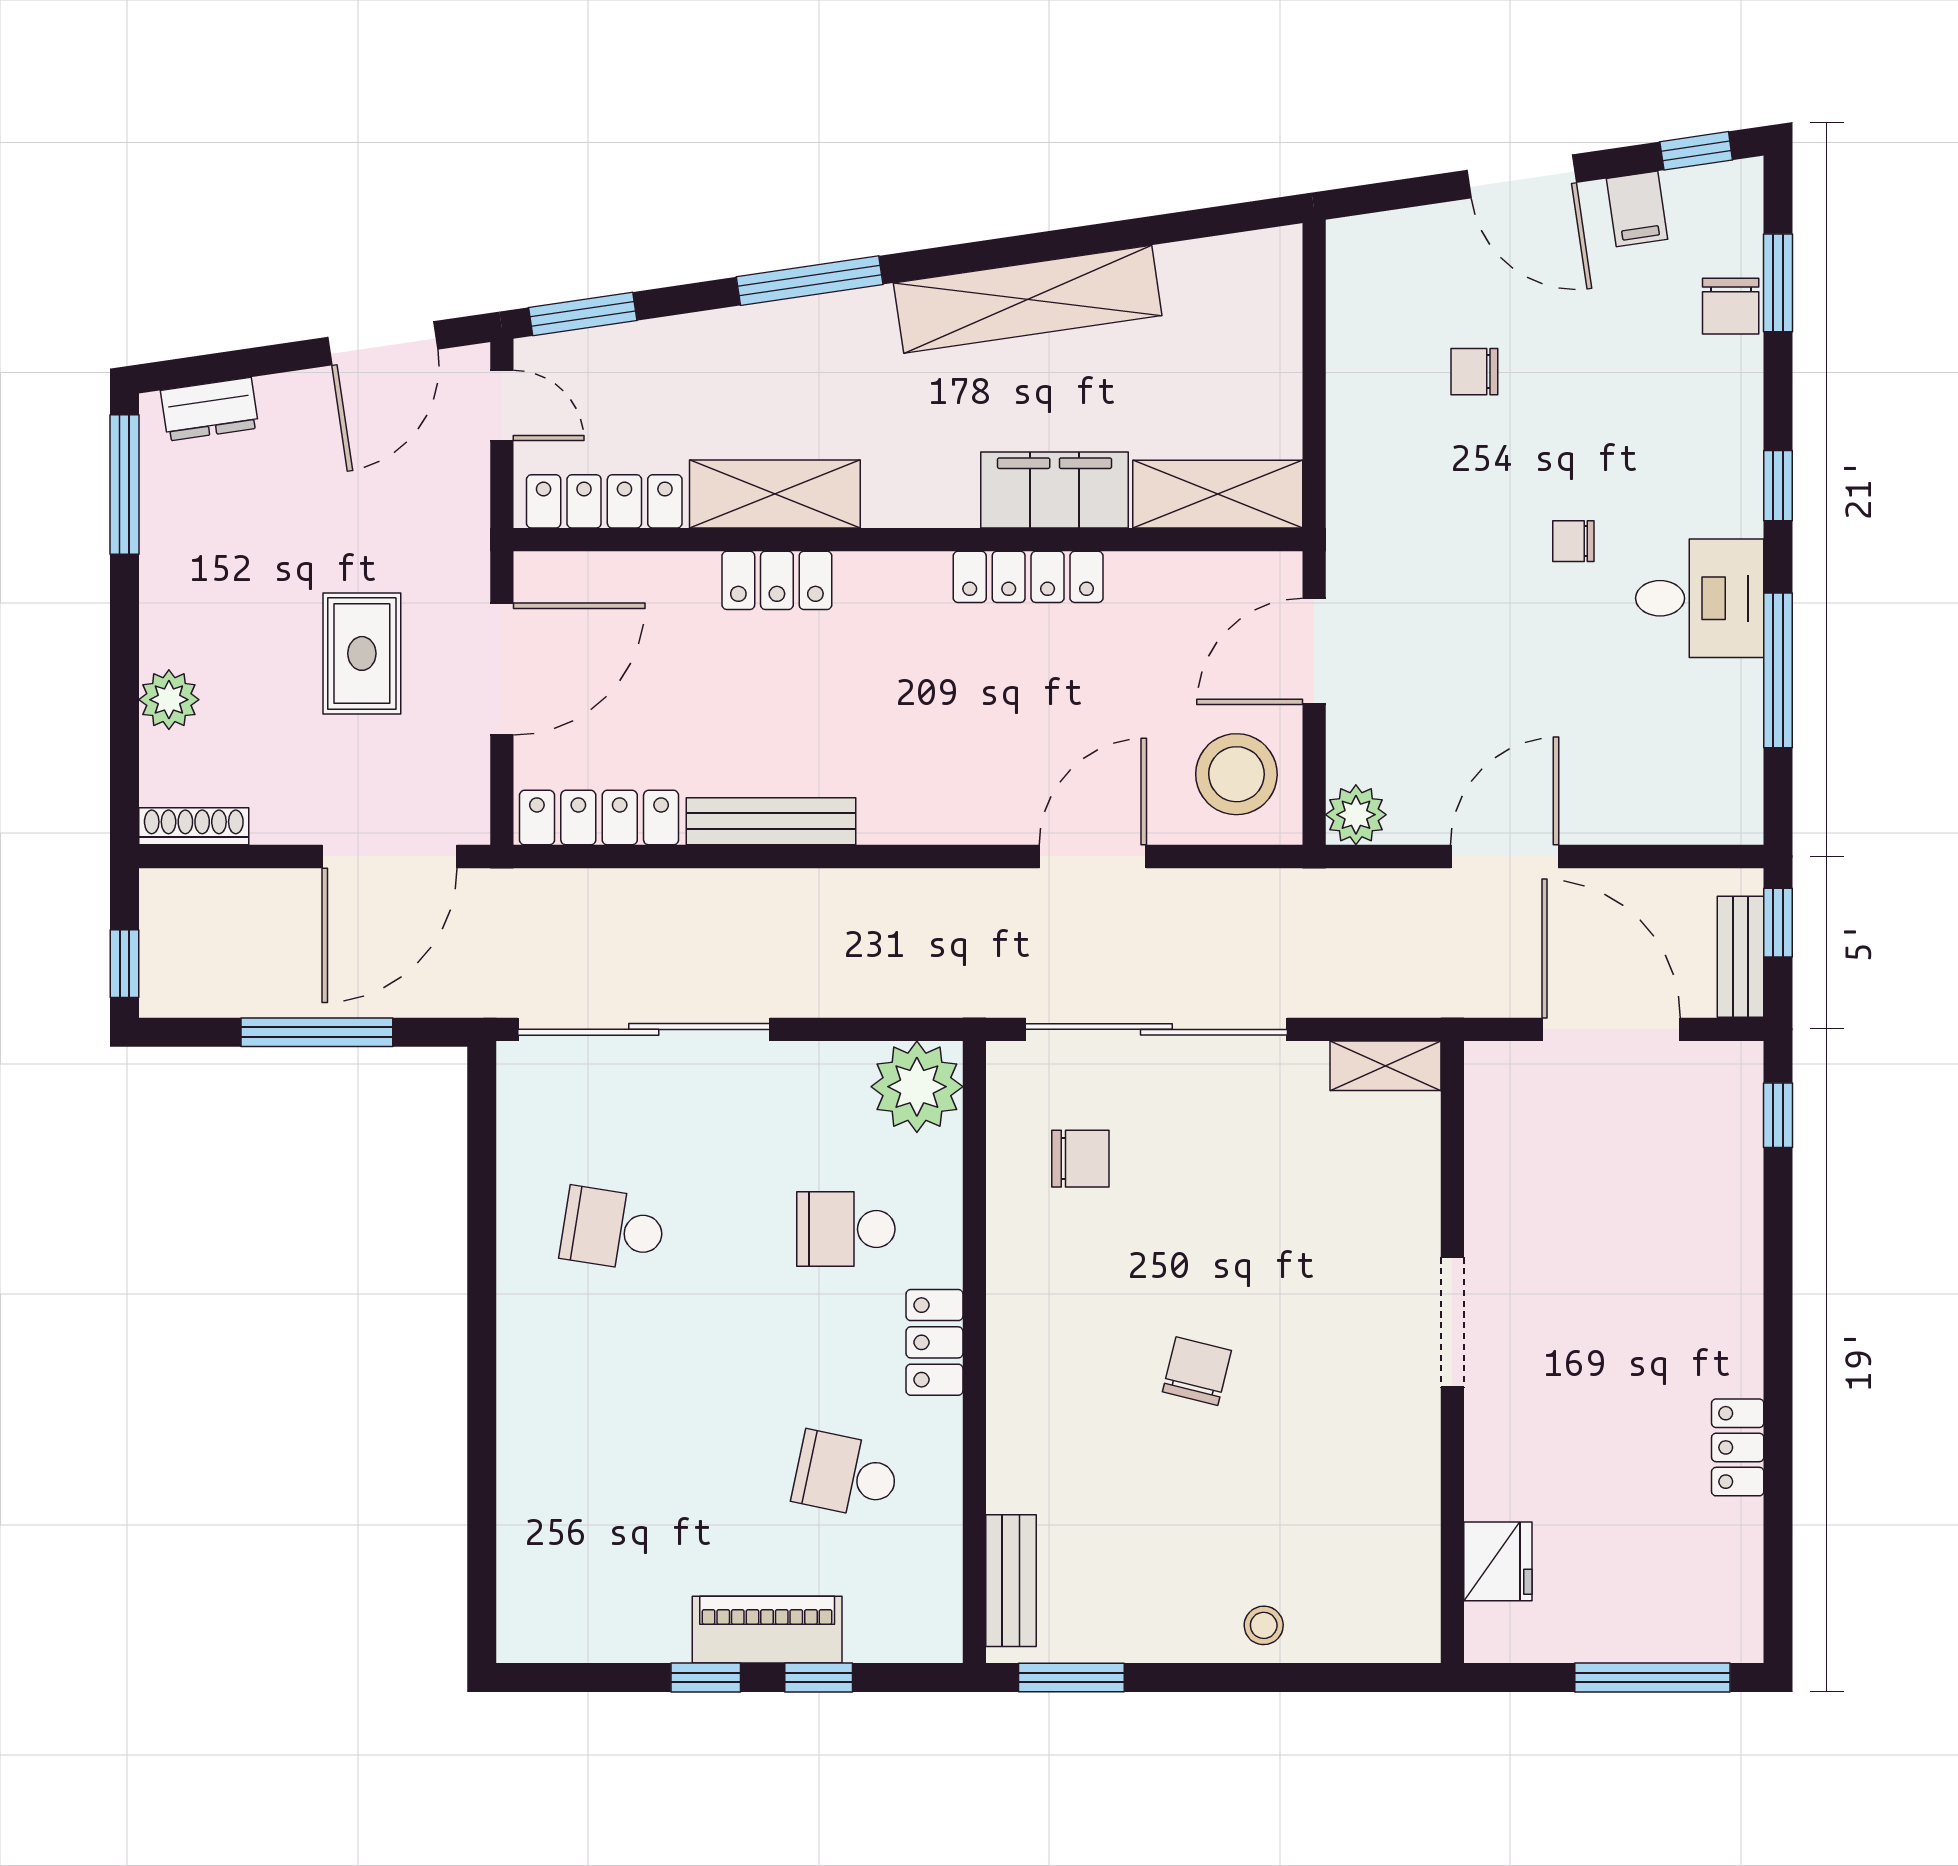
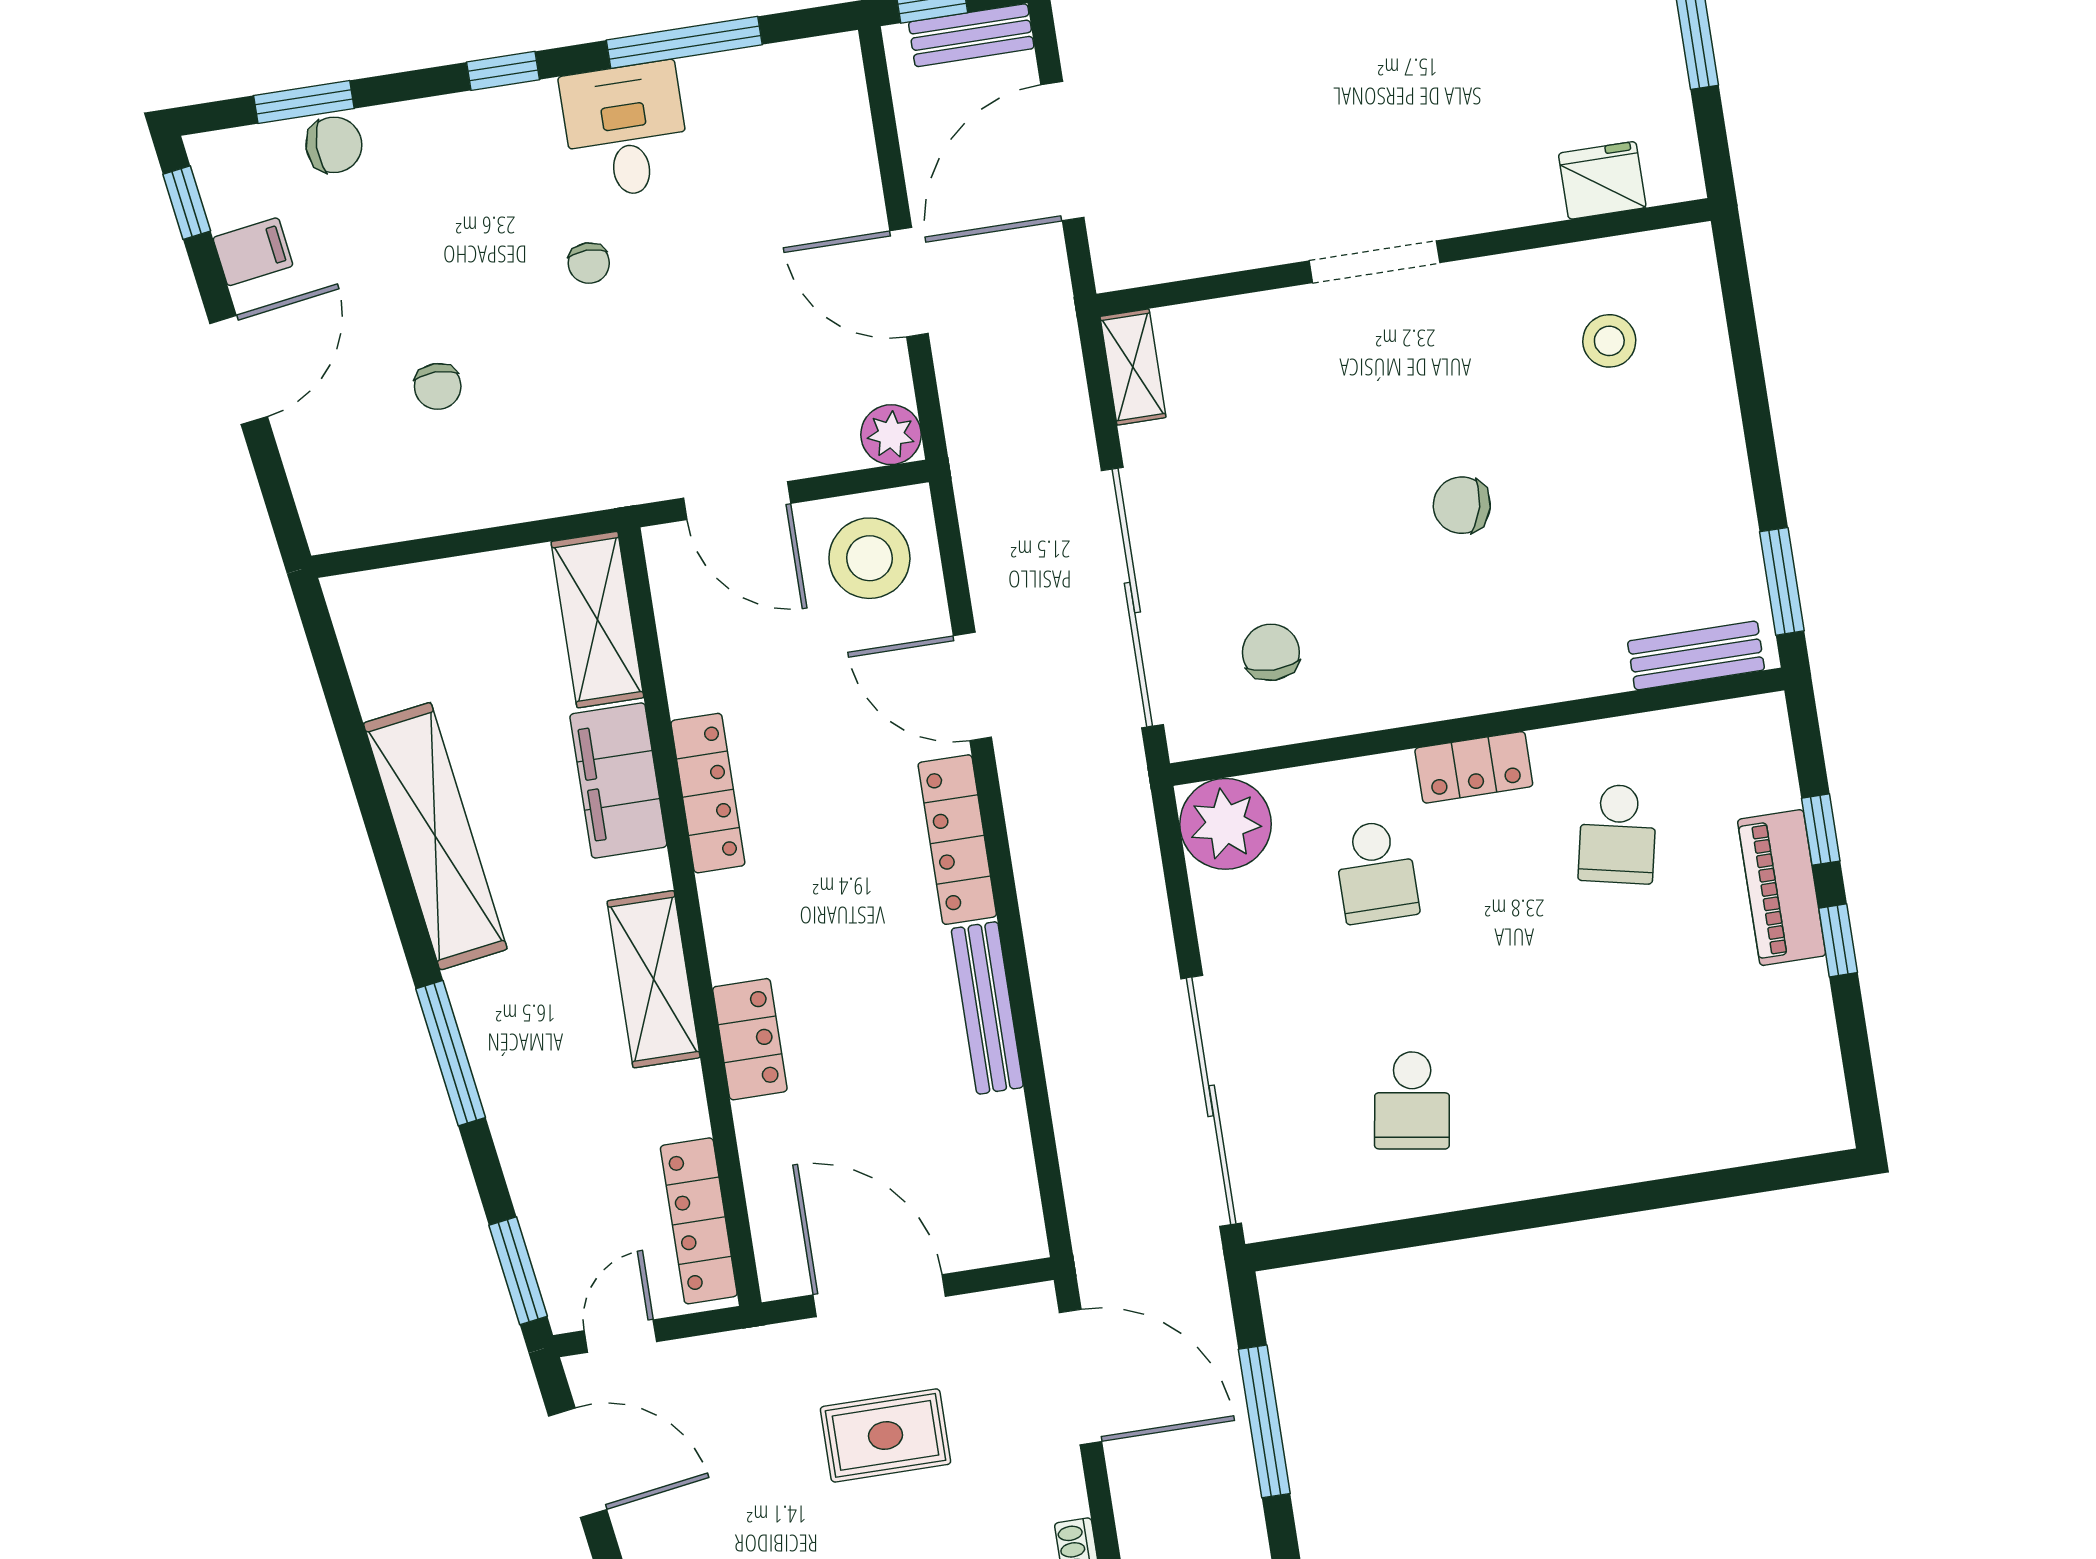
shelving: (775, 494) -> (654, 979), moved
locker: (599, 818) -> (957, 840), moved
stool: (1264, 1625) -> (1609, 341), moved, width x1.37, depth x1.37

